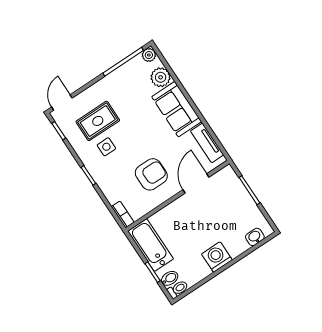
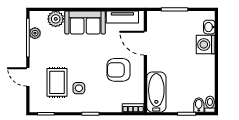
plant: (149, 55) -> (35, 33), moved
door: (62, 102) -> (28, 77), moved
armchair: (151, 174) -> (119, 70), turned -90
bathtub: (151, 245) -> (156, 92), moved, turned 90
washing machine: (217, 257) -> (206, 44), moved

